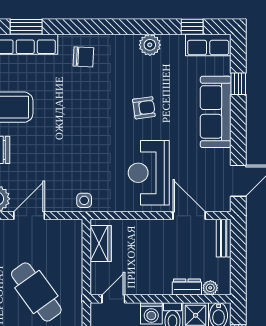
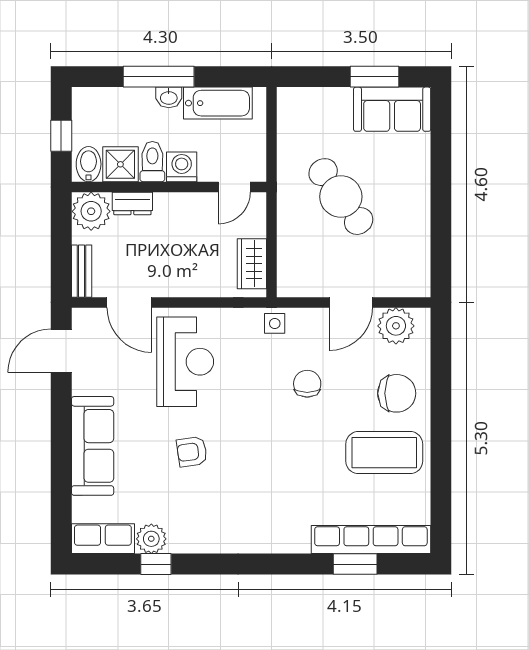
window: (192, 27) -> (156, 564), moved
plant: (150, 45) -> (151, 539), moved
chair: (83, 57) -> (307, 384), moved, turned 87
window: (238, 84) -> (61, 485), removed
plant: (210, 288) -> (91, 211), width x1.87, depth x1.87

